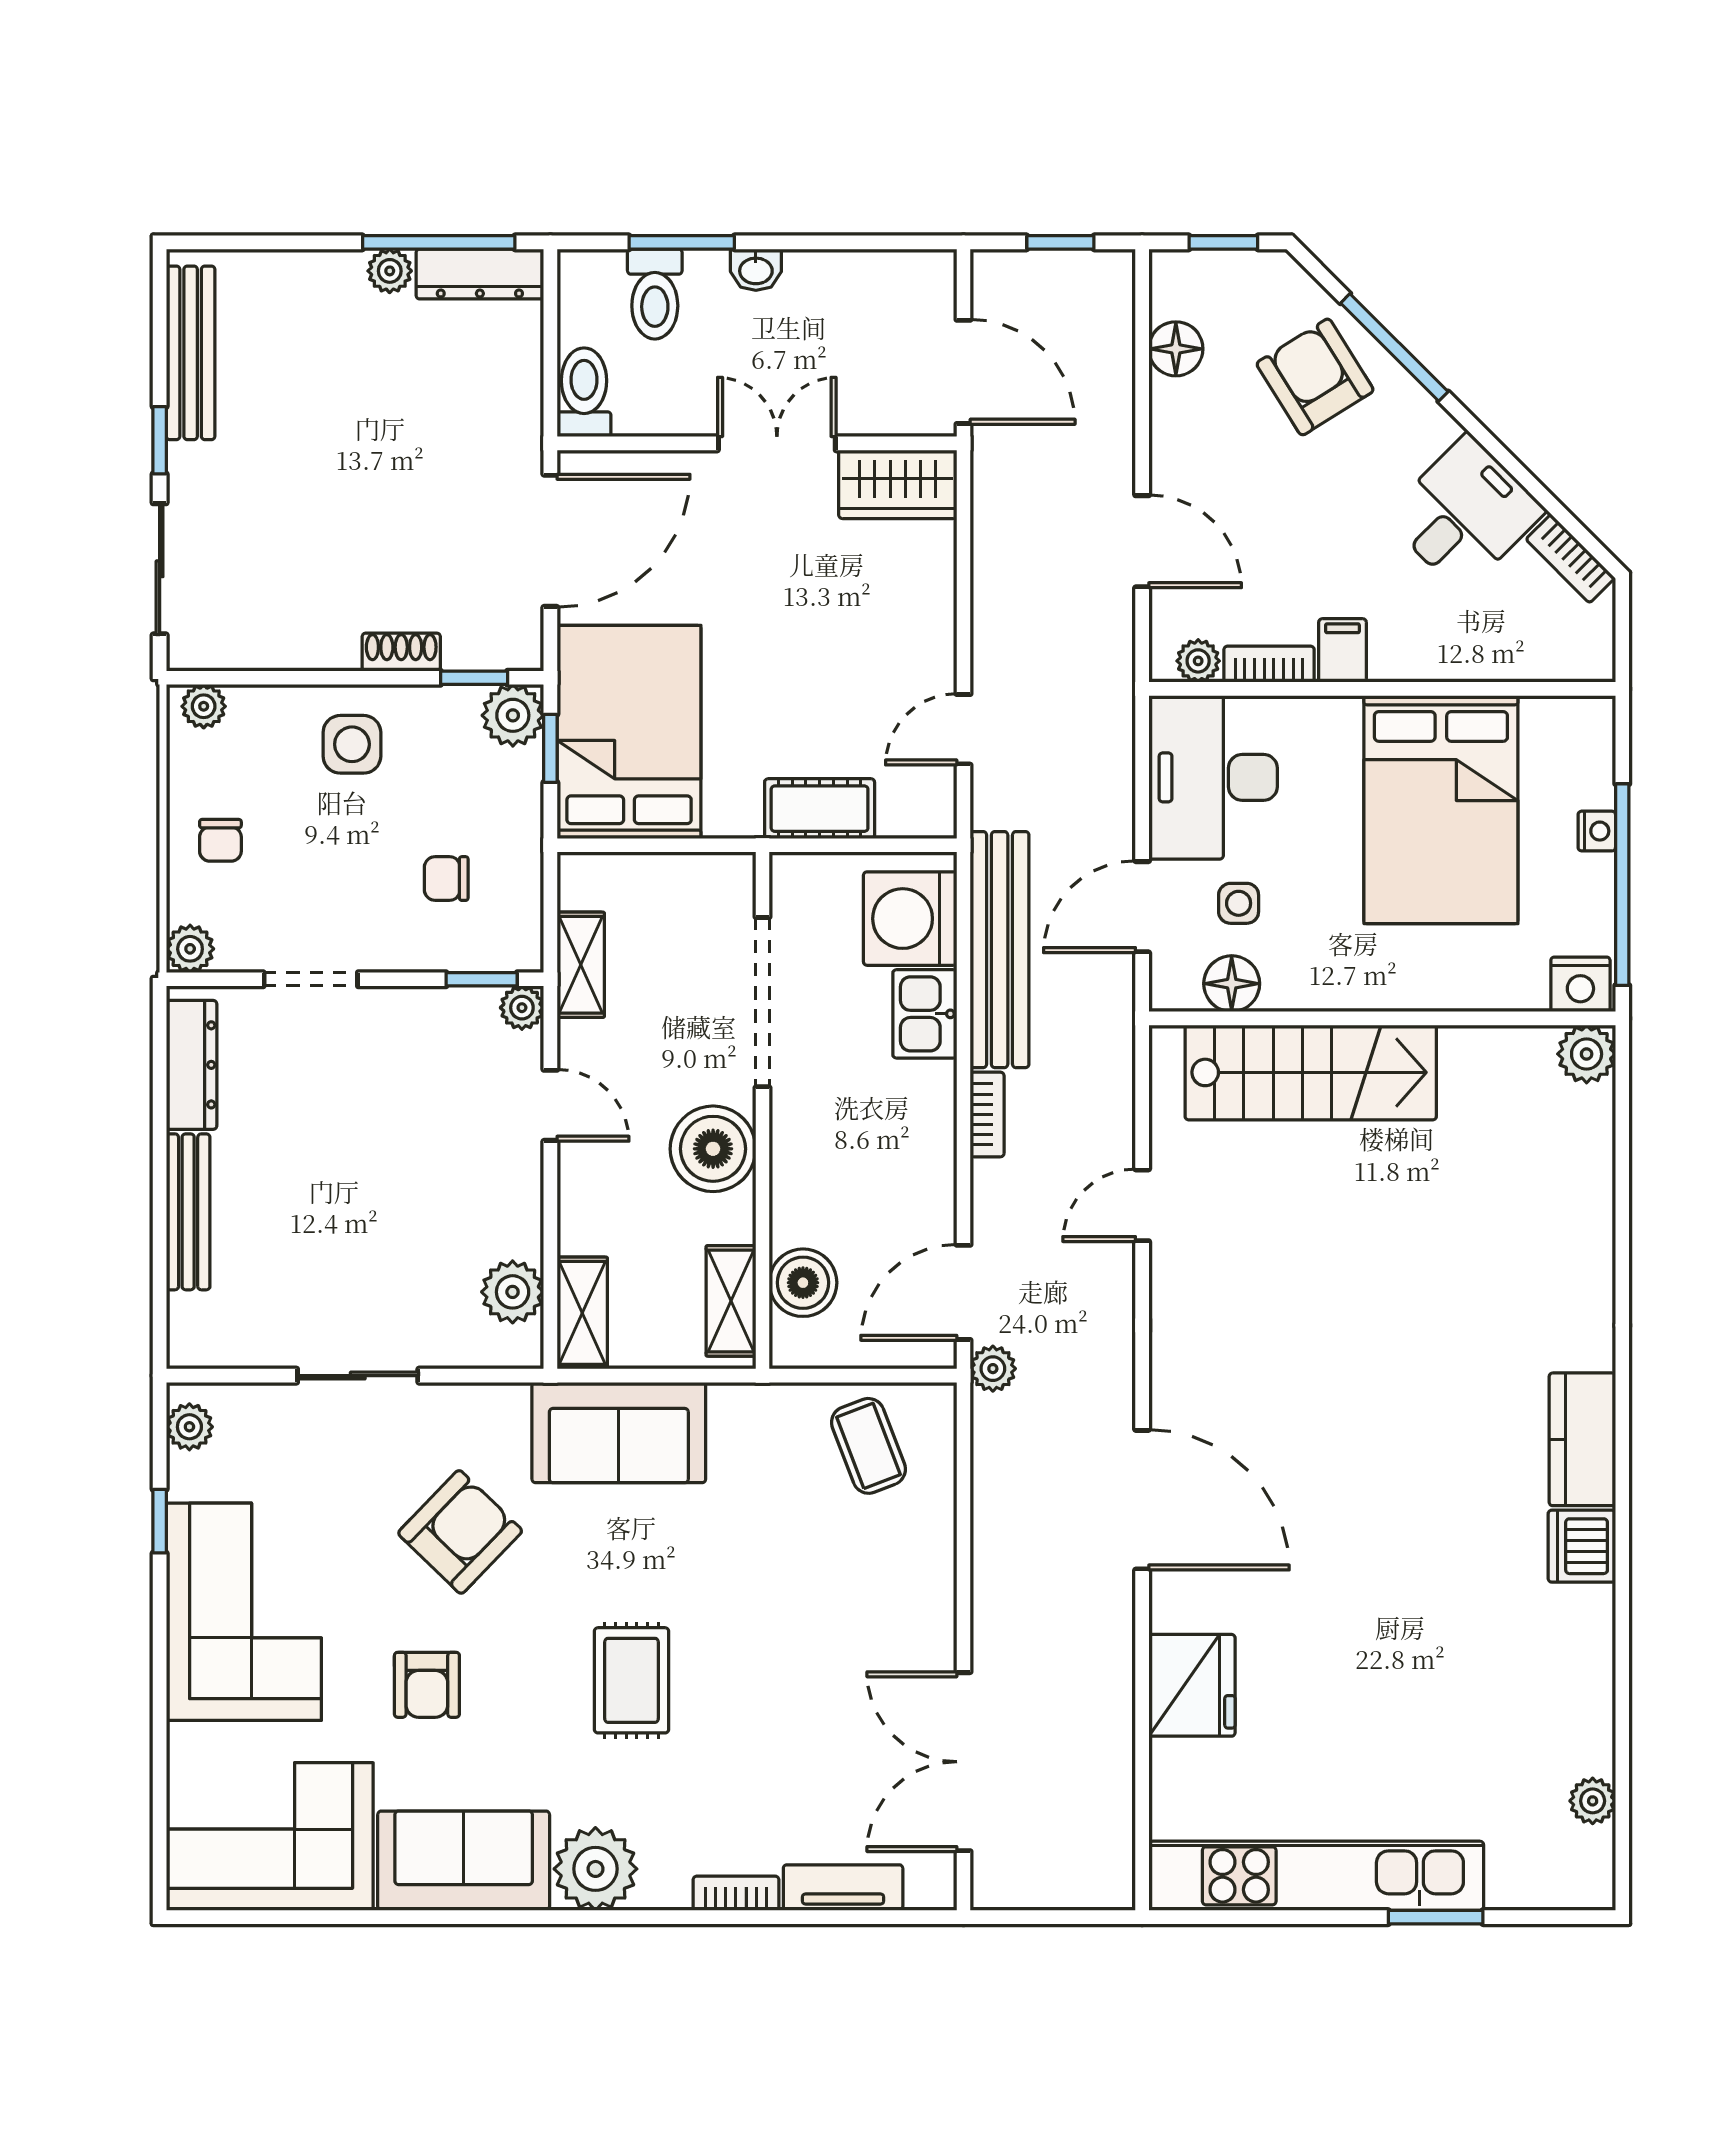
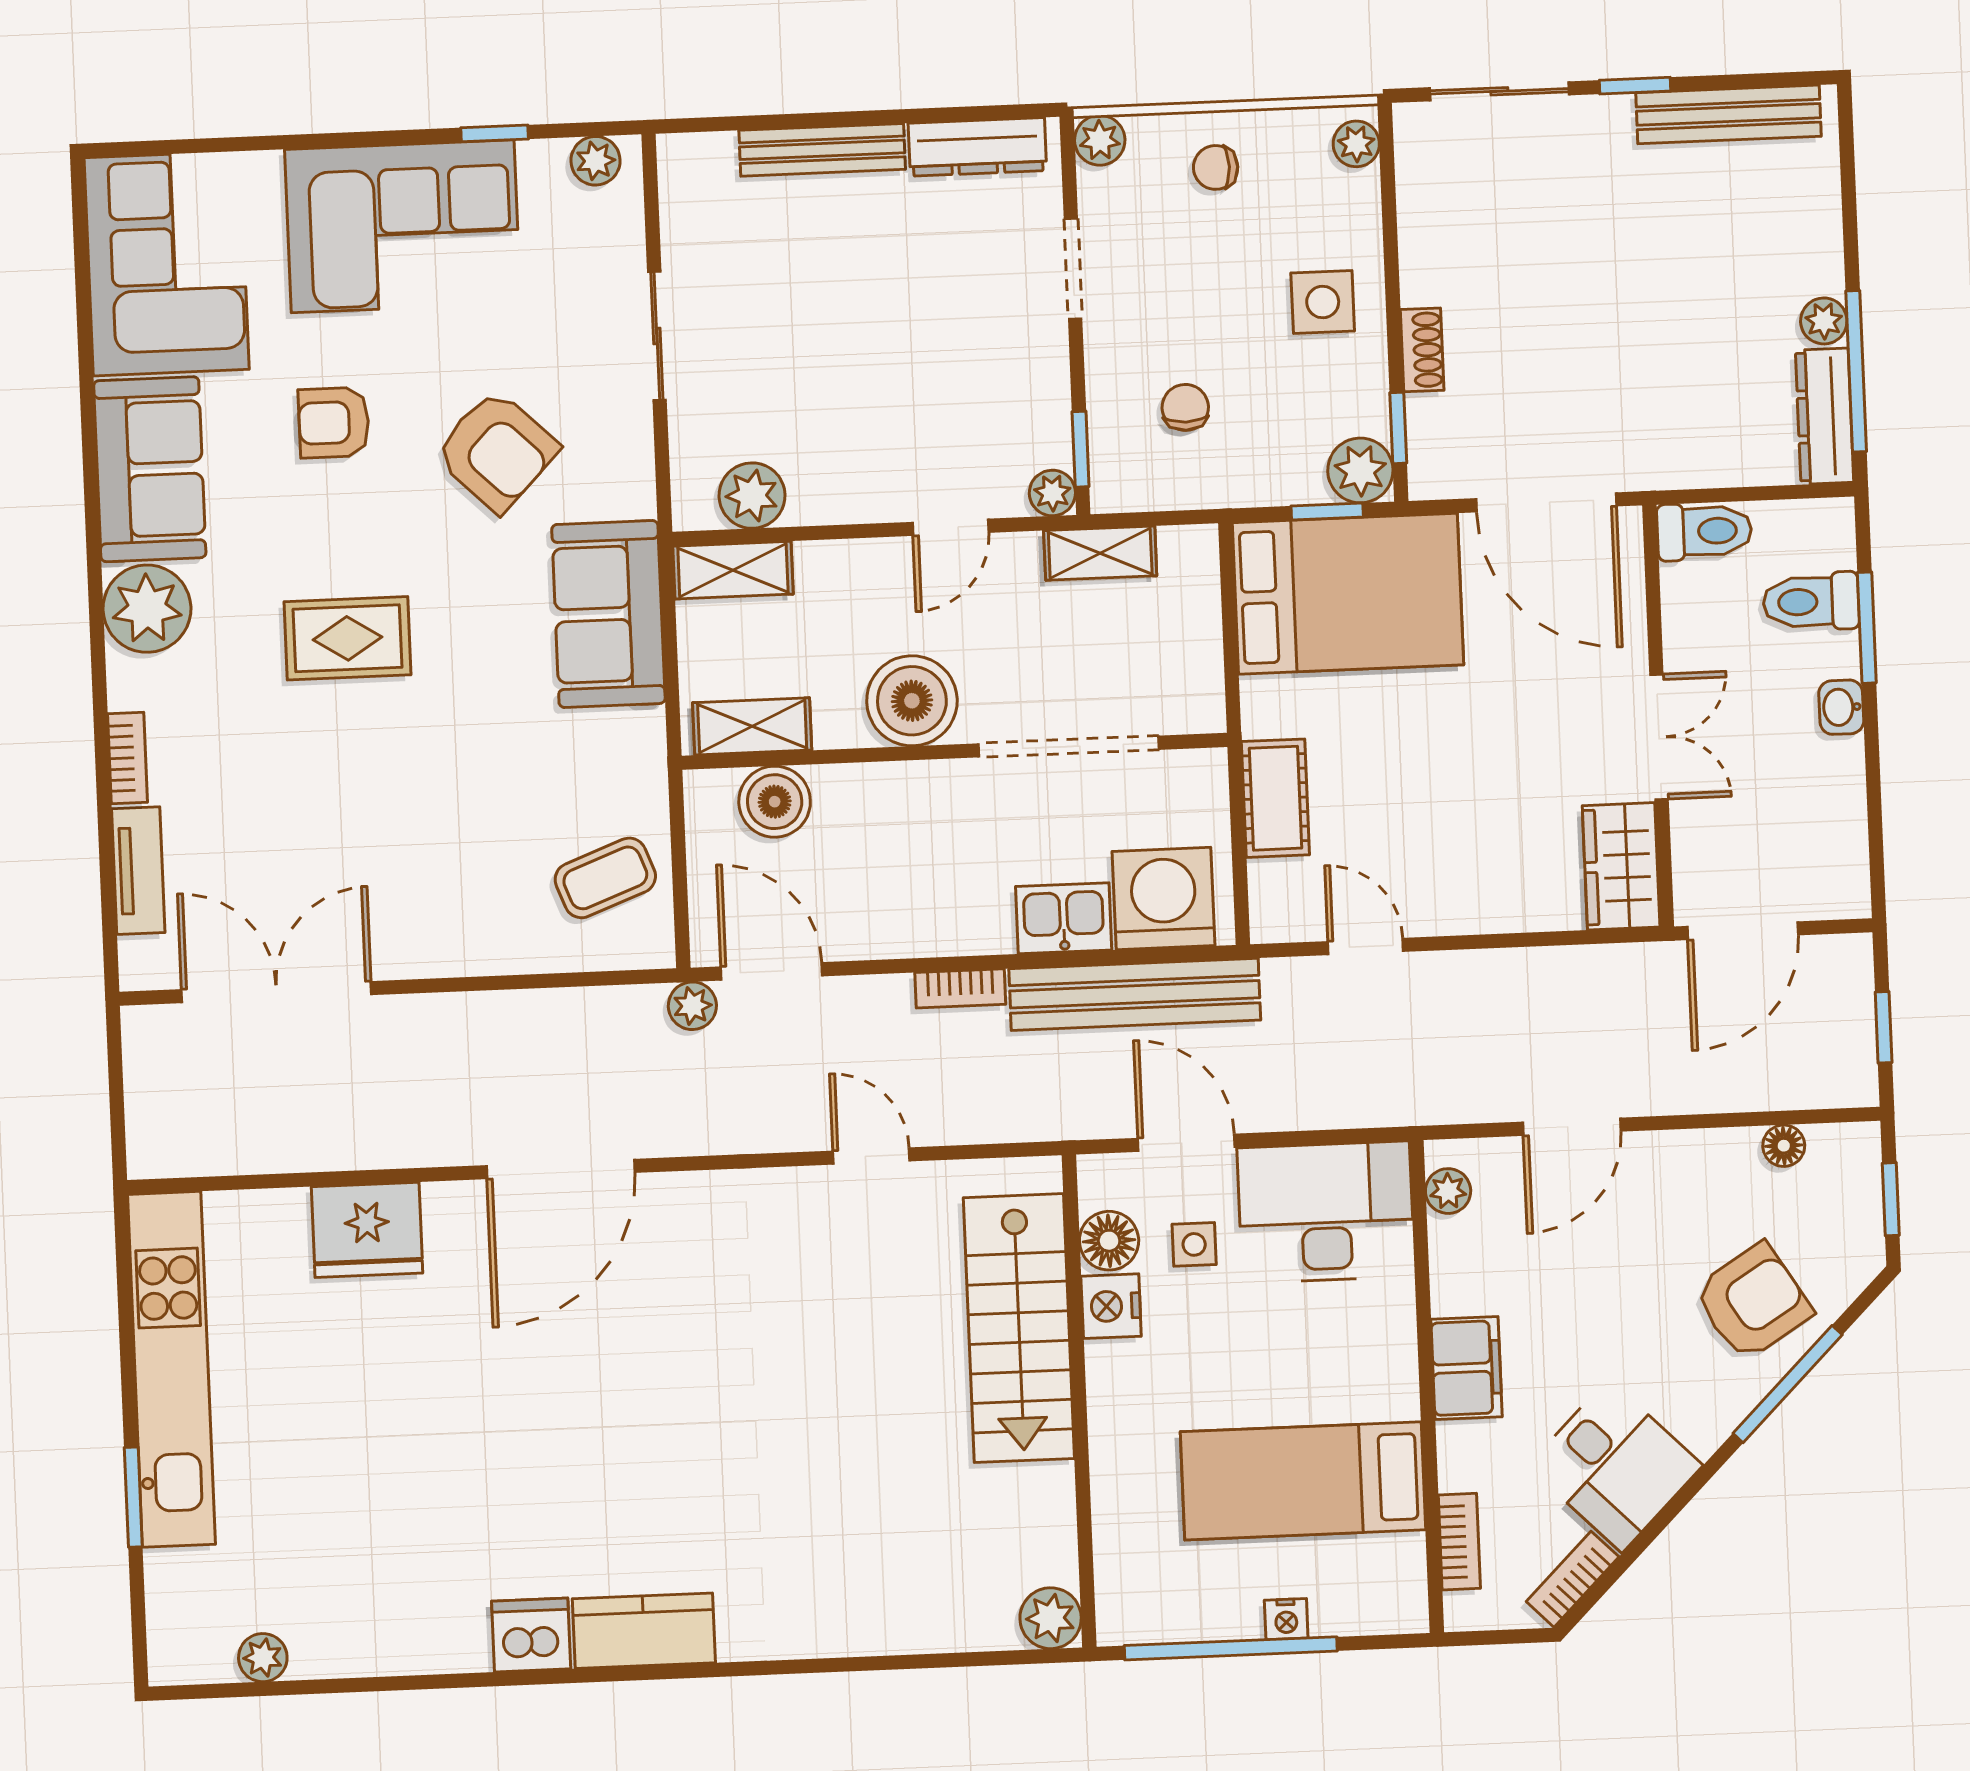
floor lamp: (1176, 349) -> (1784, 1146), width x0.73, depth x0.73
filing cabinet: (1342, 650) -> (1466, 1368), width x2.00
bookcase: (1269, 664) -> (1459, 1542), moved
bed: (1441, 810) -> (1303, 1481), width x0.67
nightstand: (1580, 984) -> (1111, 1306), moved

